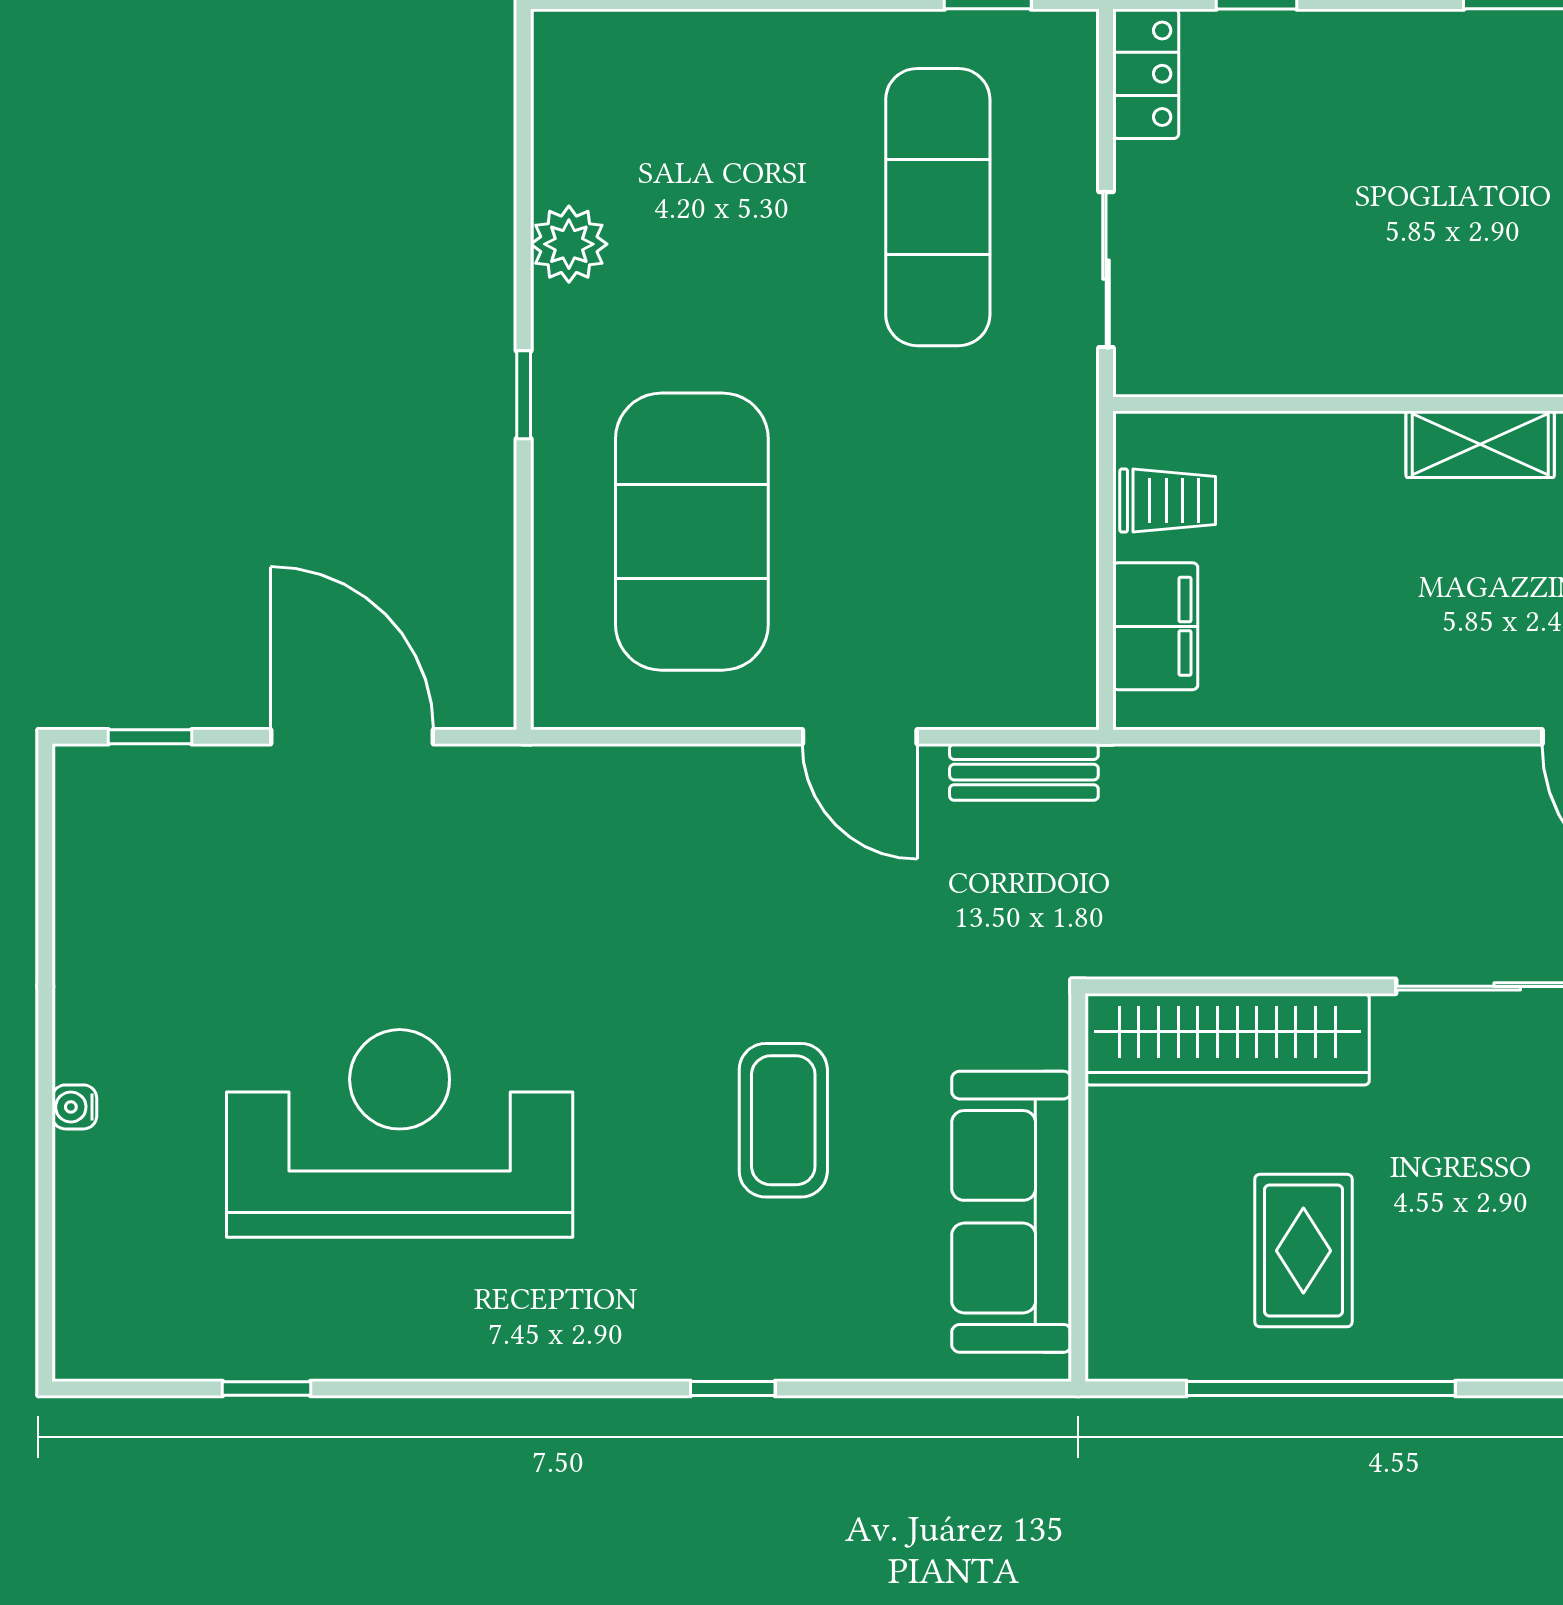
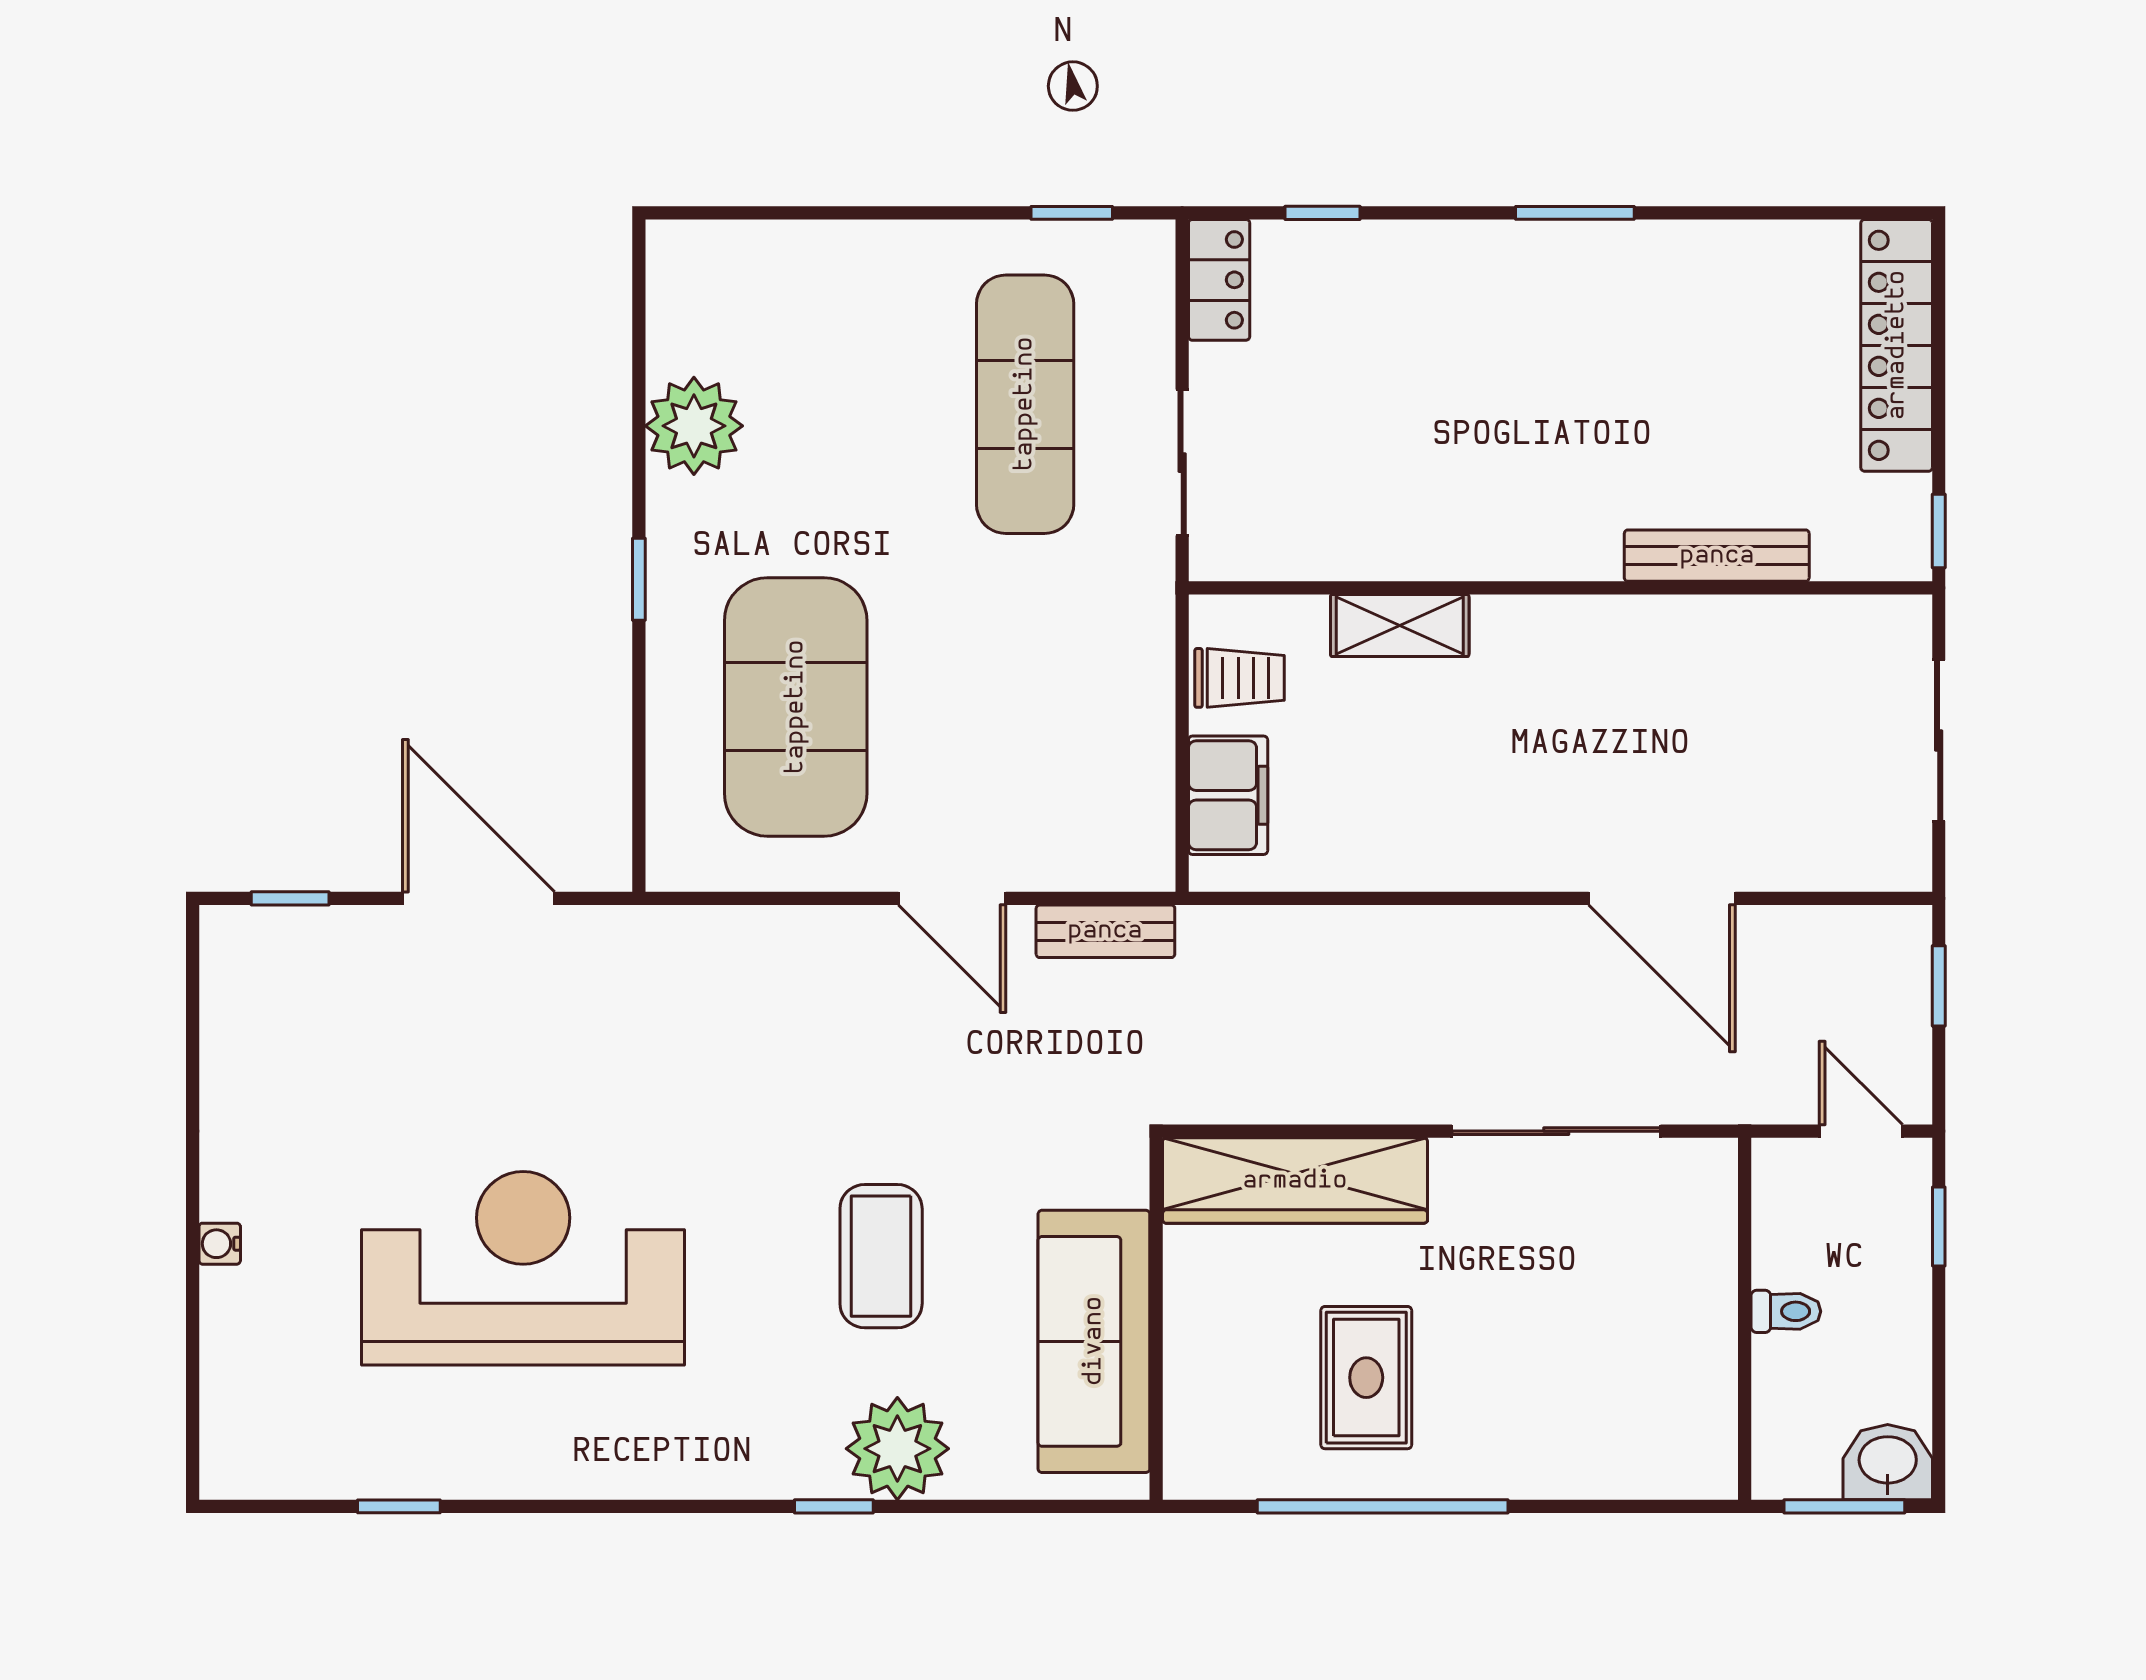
plant: (569, 244) -> (694, 426), width x1.36, depth x1.36
shelving: (1480, 444) -> (1400, 625), moved
plant: (801, 1327) -> (897, 1449), added

